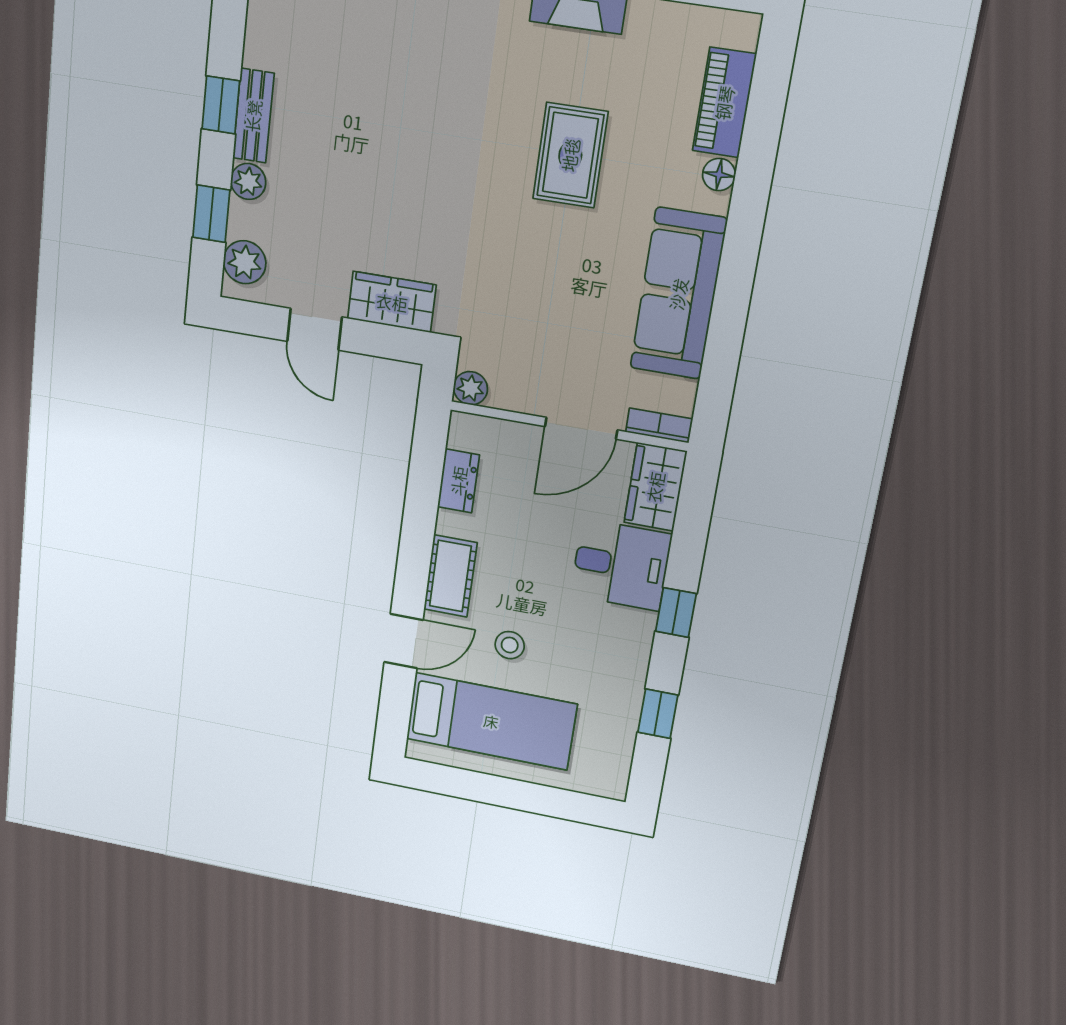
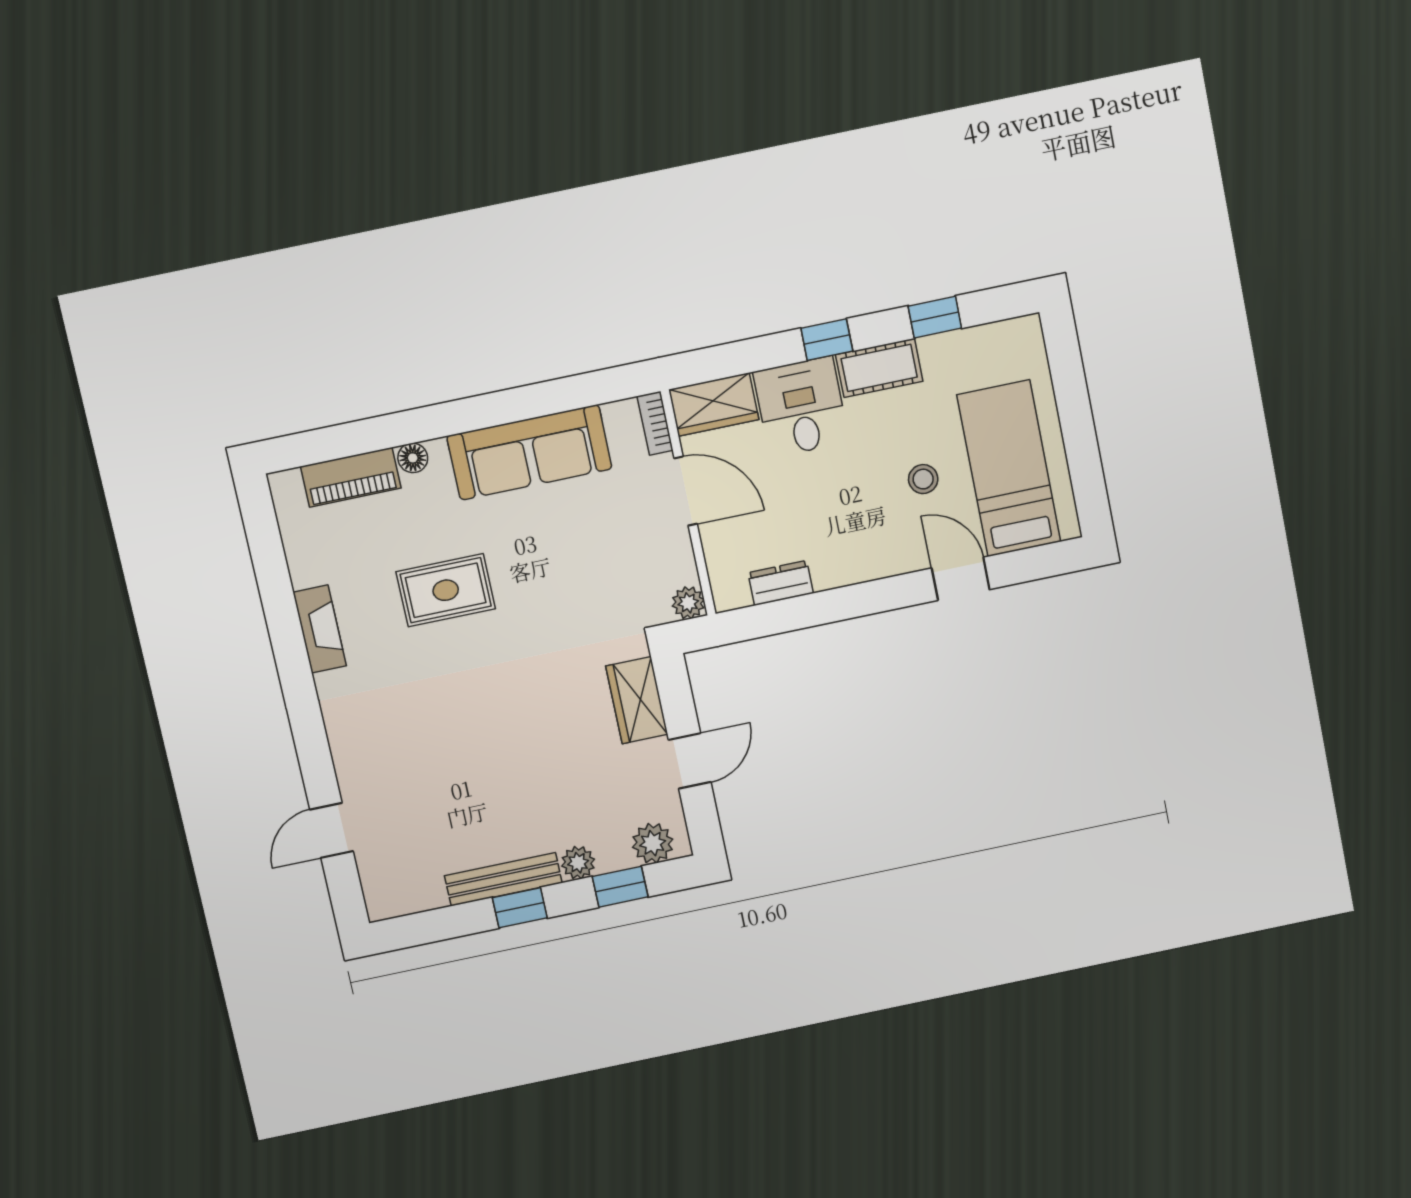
bench: (253, 116) -> (503, 879), width x1.36
cot: (450, 576) -> (879, 368), moved

